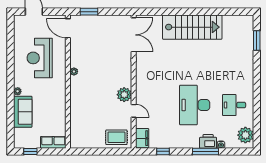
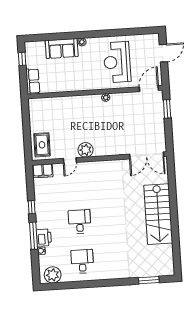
reception desk: (40, 58) -> (117, 62), turned -90
desk: (195, 105) -> (80, 222), width x0.53, depth x0.77
window: (163, 151) -> (32, 207), moved

